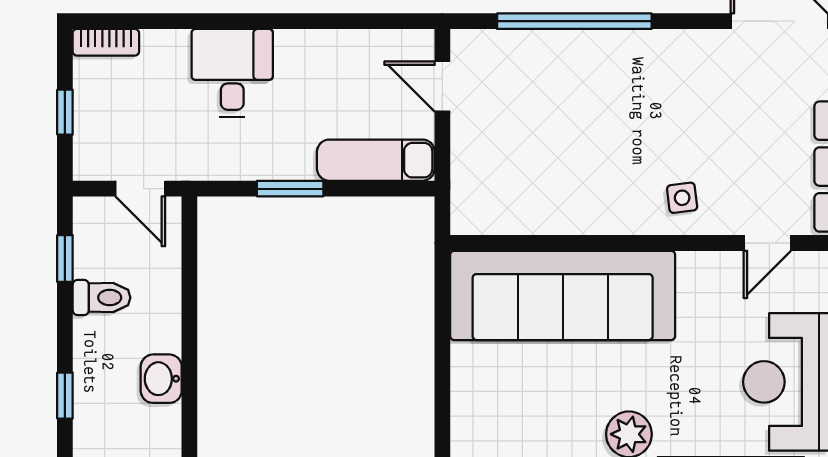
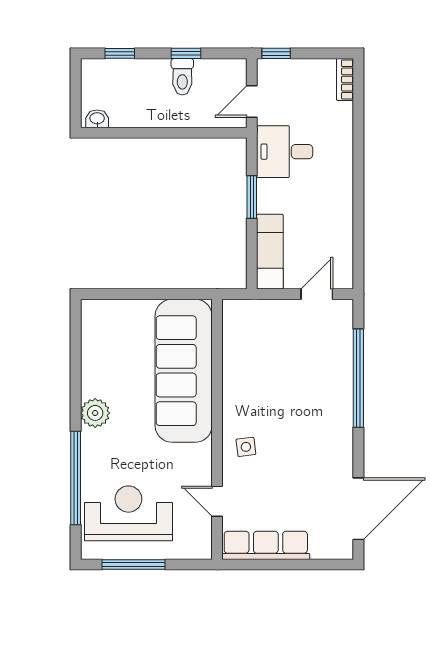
desk: (232, 73) -> (285, 152), moved, turned 180
window: (65, 112) -> (276, 53), moved
window: (65, 259) -> (186, 53), moved
washbasin: (161, 379) -> (97, 119), moved, width x0.72, depth x0.69

